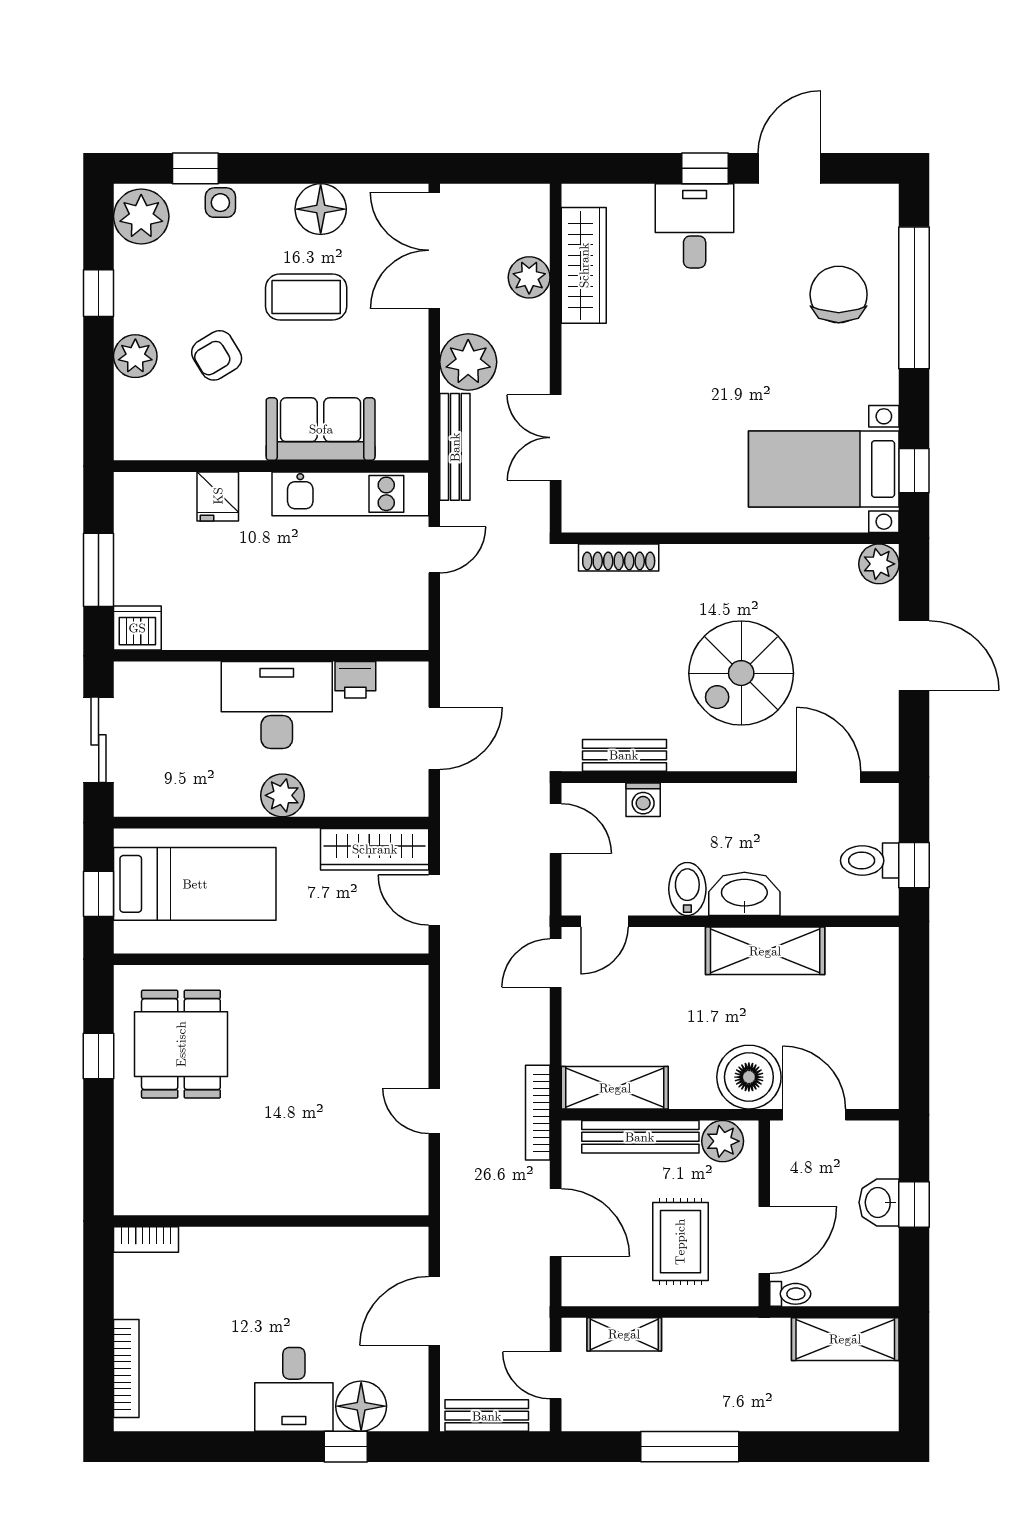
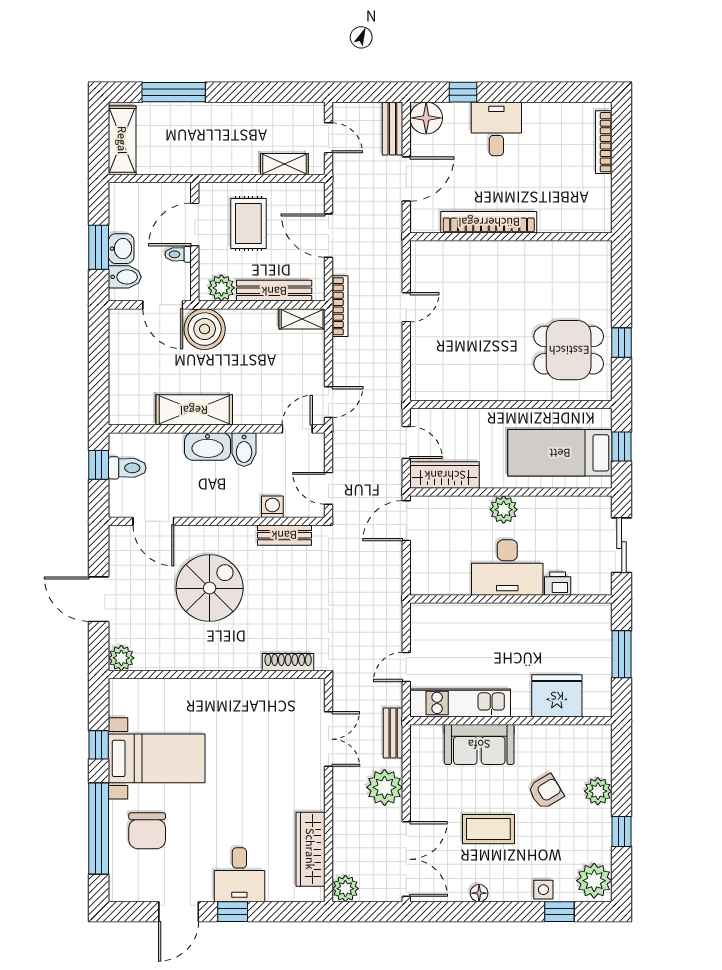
floor lamp: (321, 209) -> (479, 893), width x0.53, depth x0.53
plant: (529, 277) -> (345, 889), moved
bench: (455, 447) -> (393, 733), width x0.73
bed with nightstands: (824, 469) -> (157, 758), moved
window: (914, 471) -> (99, 745), moved
fridge: (218, 496) -> (557, 696), width x1.88, depth x1.34
dishwasher: (137, 628) -> (597, 617), removed
printer: (355, 680) -> (558, 584), moved
door: (434, 738) -> (406, 521), moved
dining table: (181, 1044) -> (569, 350), turned 90
shelving: (615, 1088) -> (302, 319), width x0.67, depth x0.75
door: (434, 1111) -> (406, 307), hinge flipped
bidet: (873, 1158) -> (125, 277), added
window: (914, 1205) -> (99, 247), width x1.50
bookcase: (146, 1240) -> (489, 222), moved, width x2.31, depth x1.31
toilet: (790, 1294) -> (178, 254), moved
shelving: (845, 1339) -> (122, 140), moved, turned 90
floor lamp: (361, 1406) -> (426, 118), moved
bench: (487, 1416) -> (392, 129), moved, turned 90
window: (690, 1447) -> (174, 92), moved

